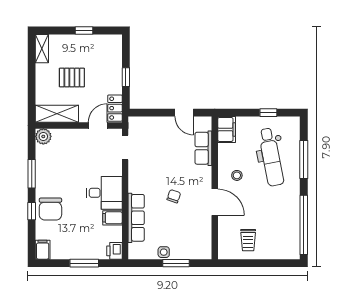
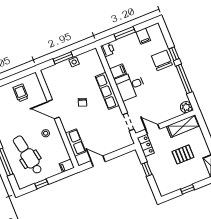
door: (98, 125) -> (153, 129), swing flipped
filing cabinet: (227, 129) -> (67, 166), width x0.50
window: (32, 174) -> (184, 79), width x1.44
row of seats: (136, 218) -> (107, 91), moved
filing cabinet: (43, 250) -> (143, 36), moved

